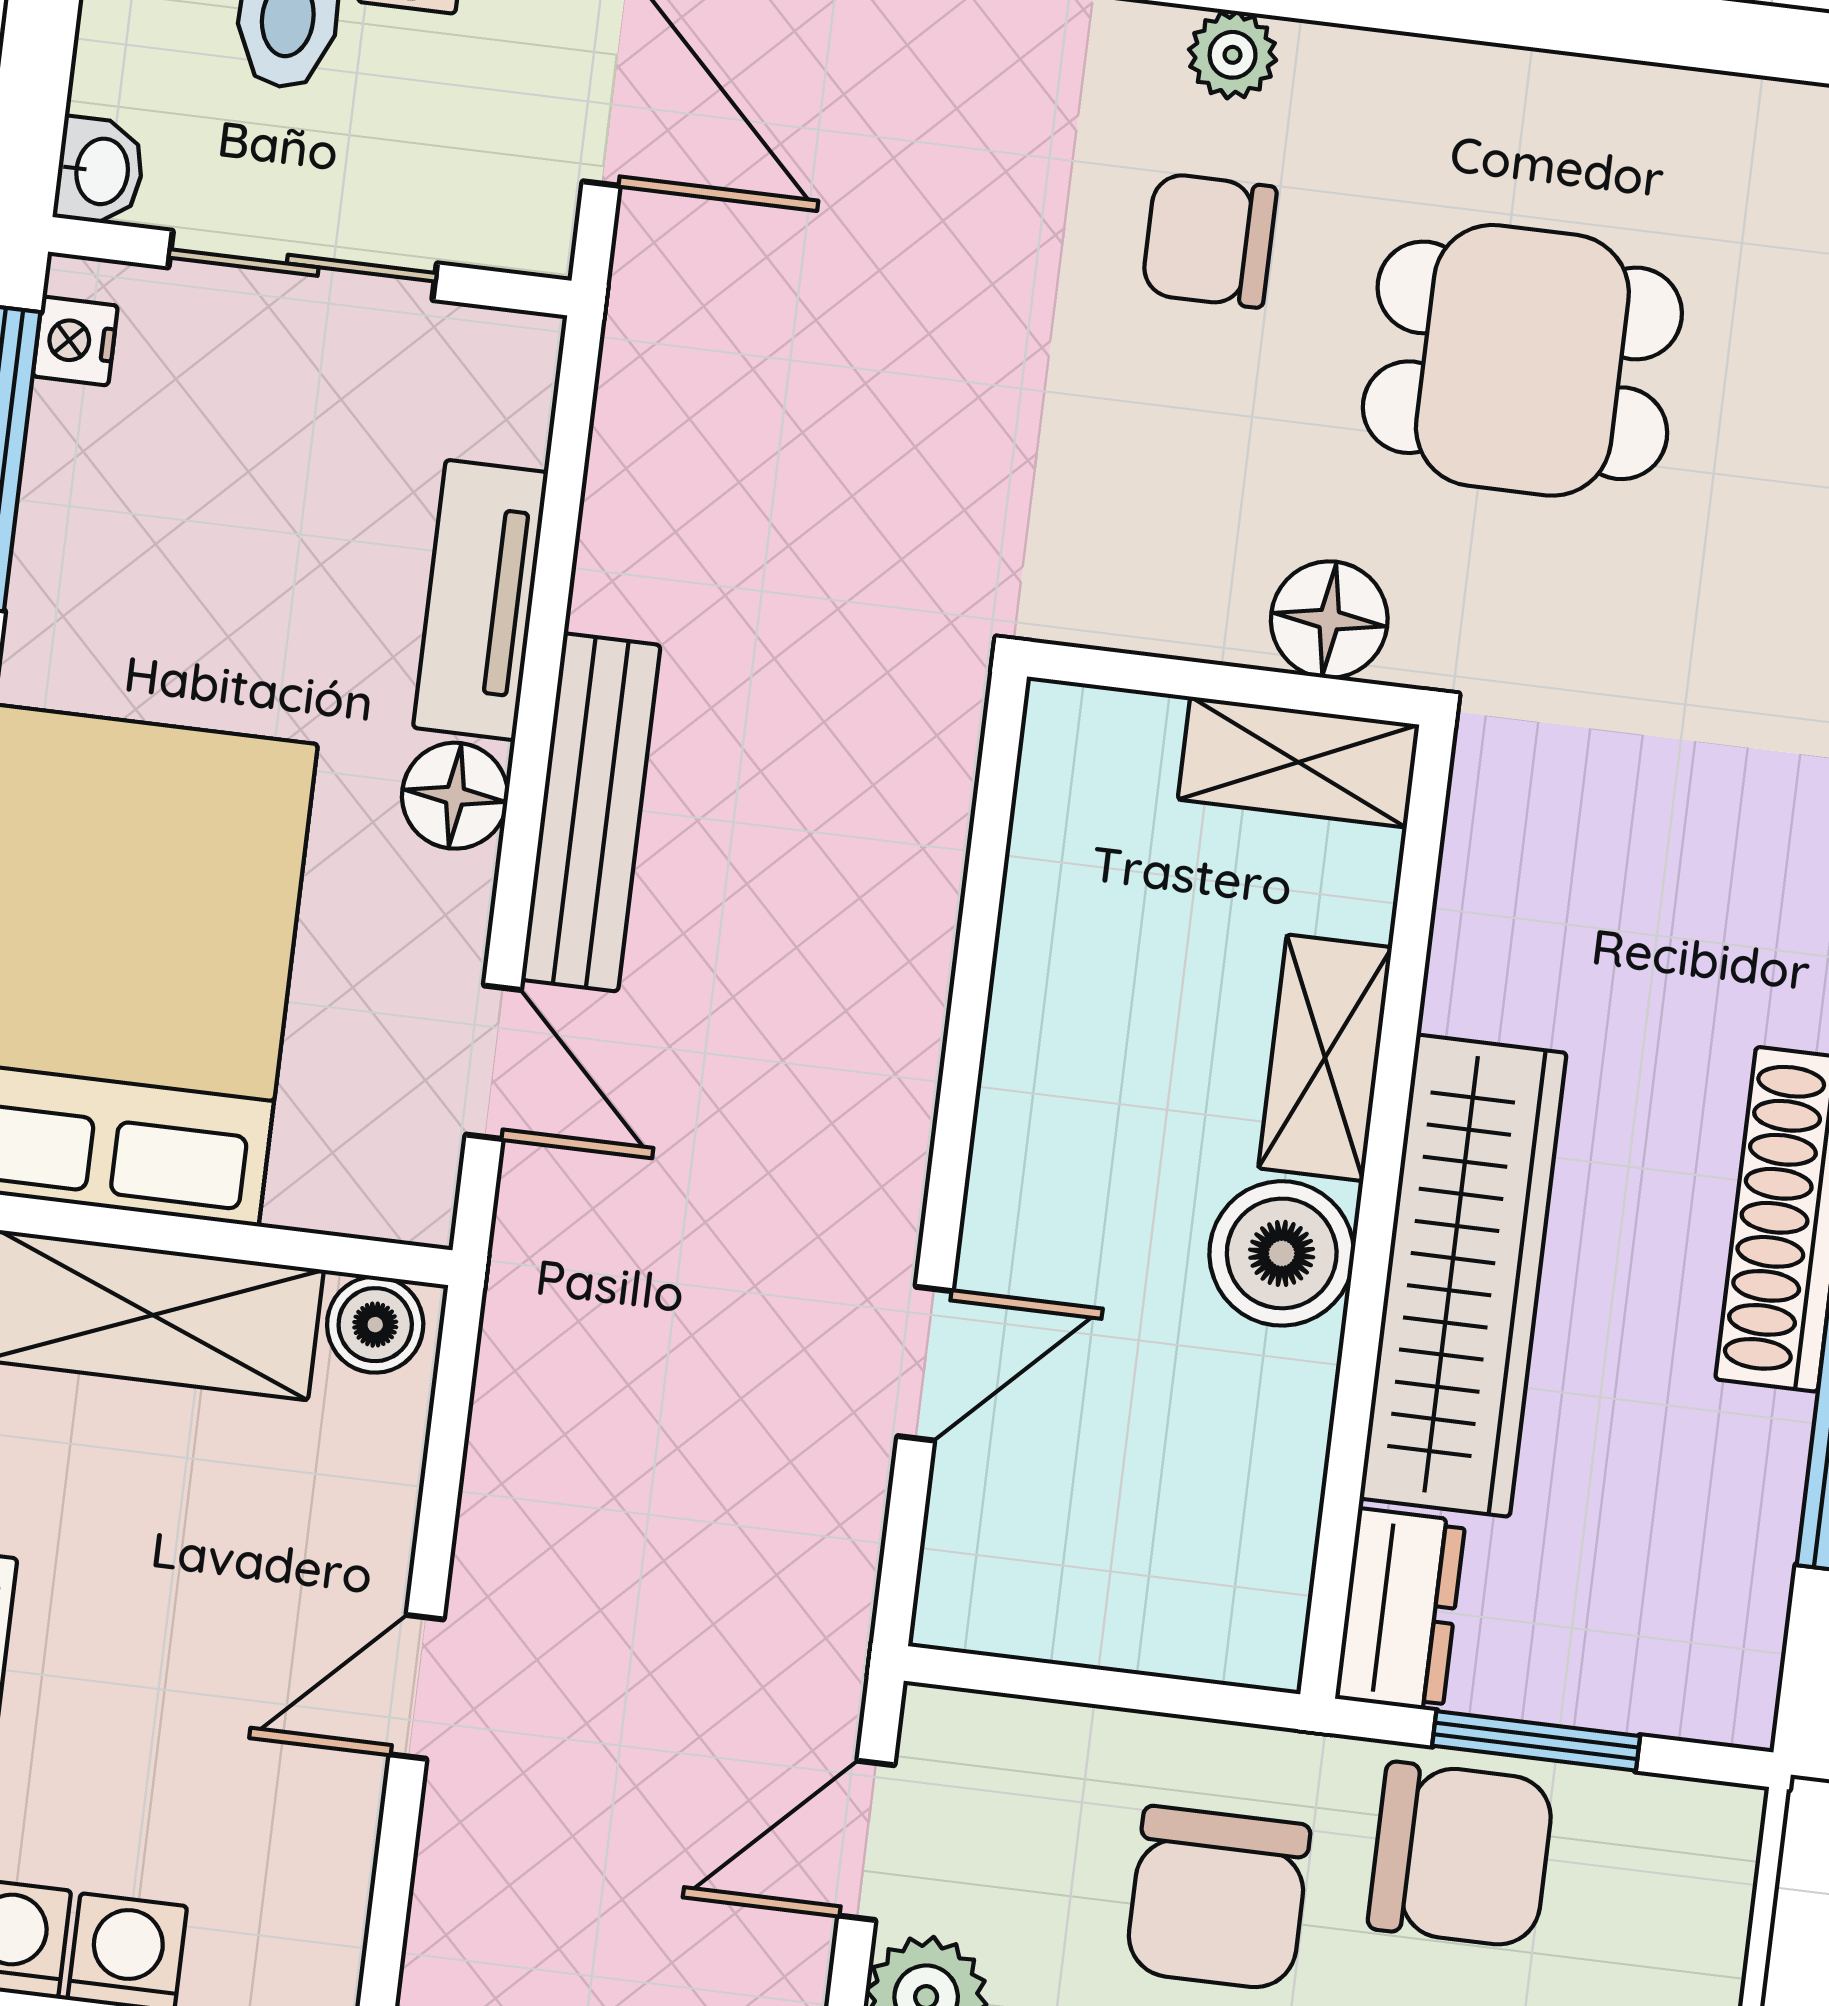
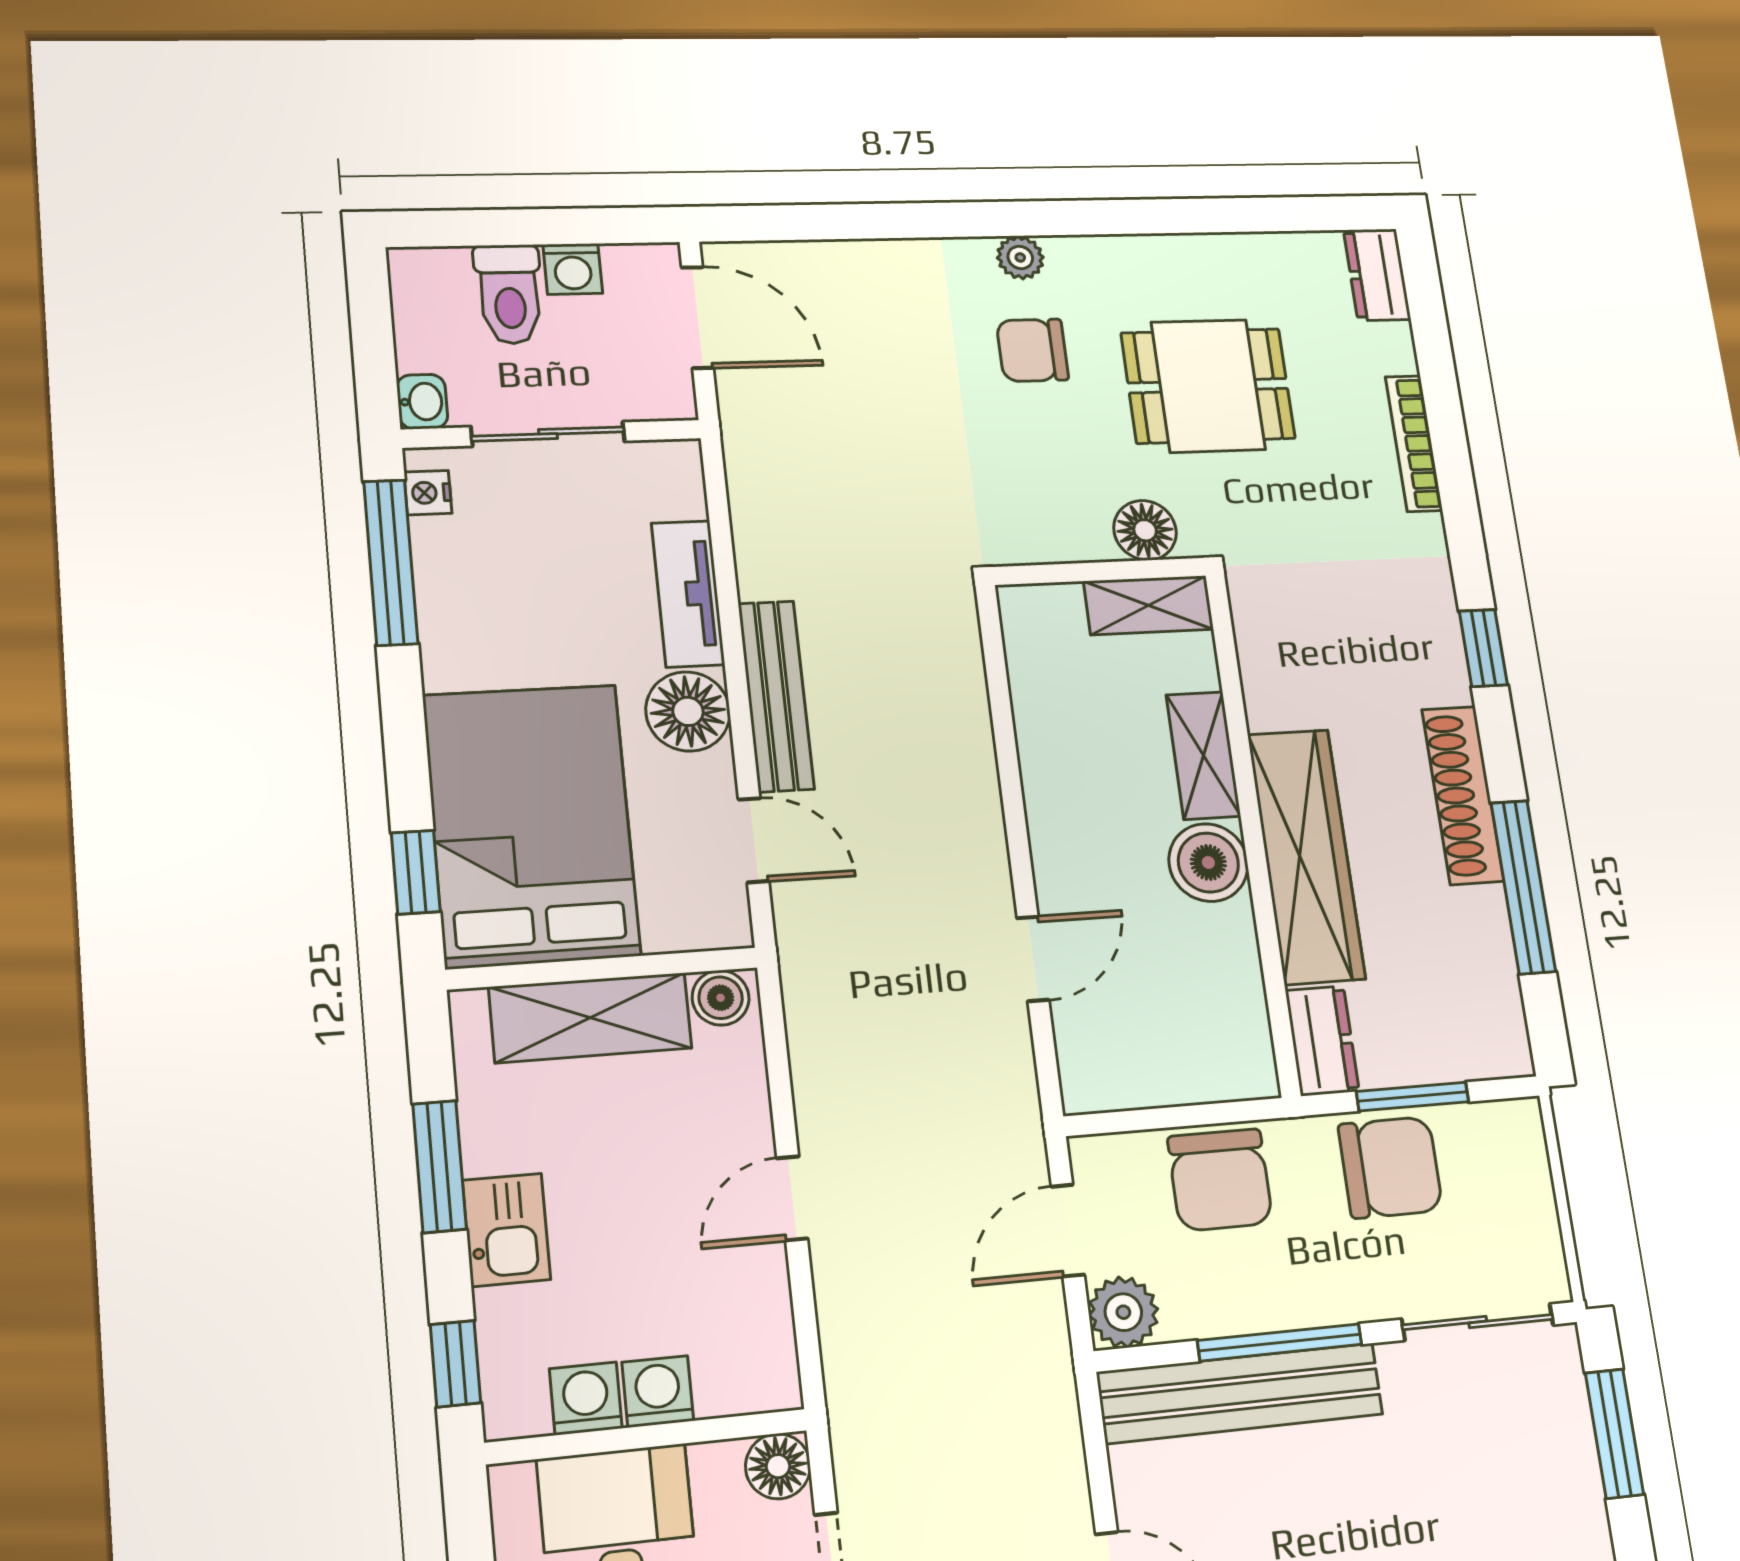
floor lamp: (455, 796) -> (688, 711), width x1.38, depth x1.38
chair: (1218, 1898) -> (1220, 1180), moved

